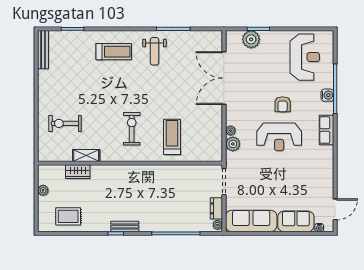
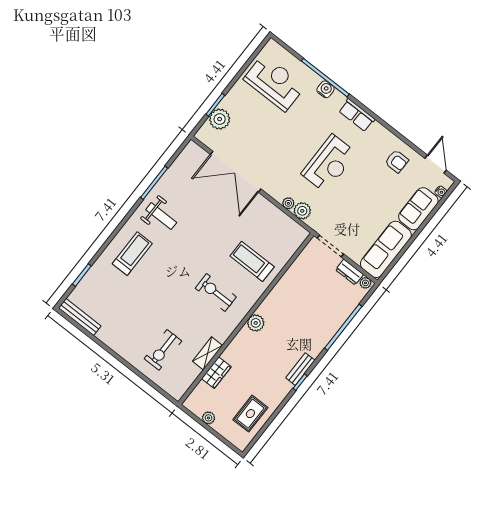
armchair: (283, 104) -> (397, 161), moved
plant: (132, 172) -> (256, 323), added

